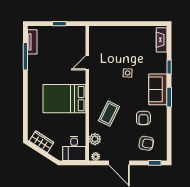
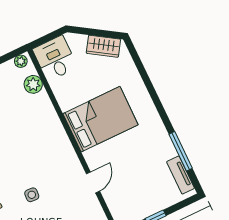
coffee table: (109, 114) -> (31, 128), removed

